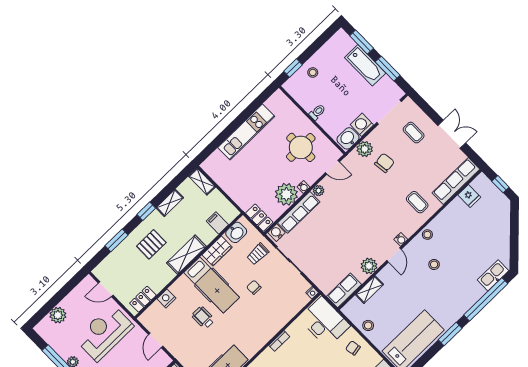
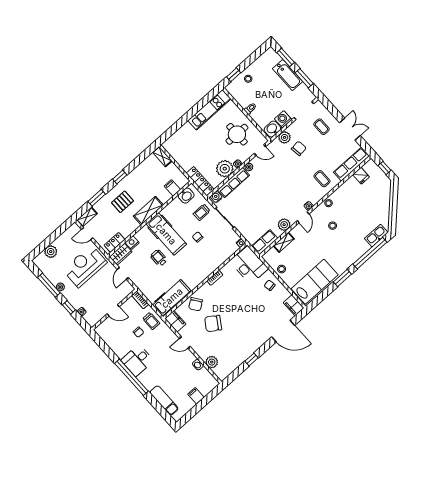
kitchen unit: (246, 132) -> (209, 110), moved
shelving: (170, 203) -> (87, 217), moved
locker: (259, 218) -> (200, 181), width x1.53
wardrobe: (217, 251) -> (121, 254), moved

